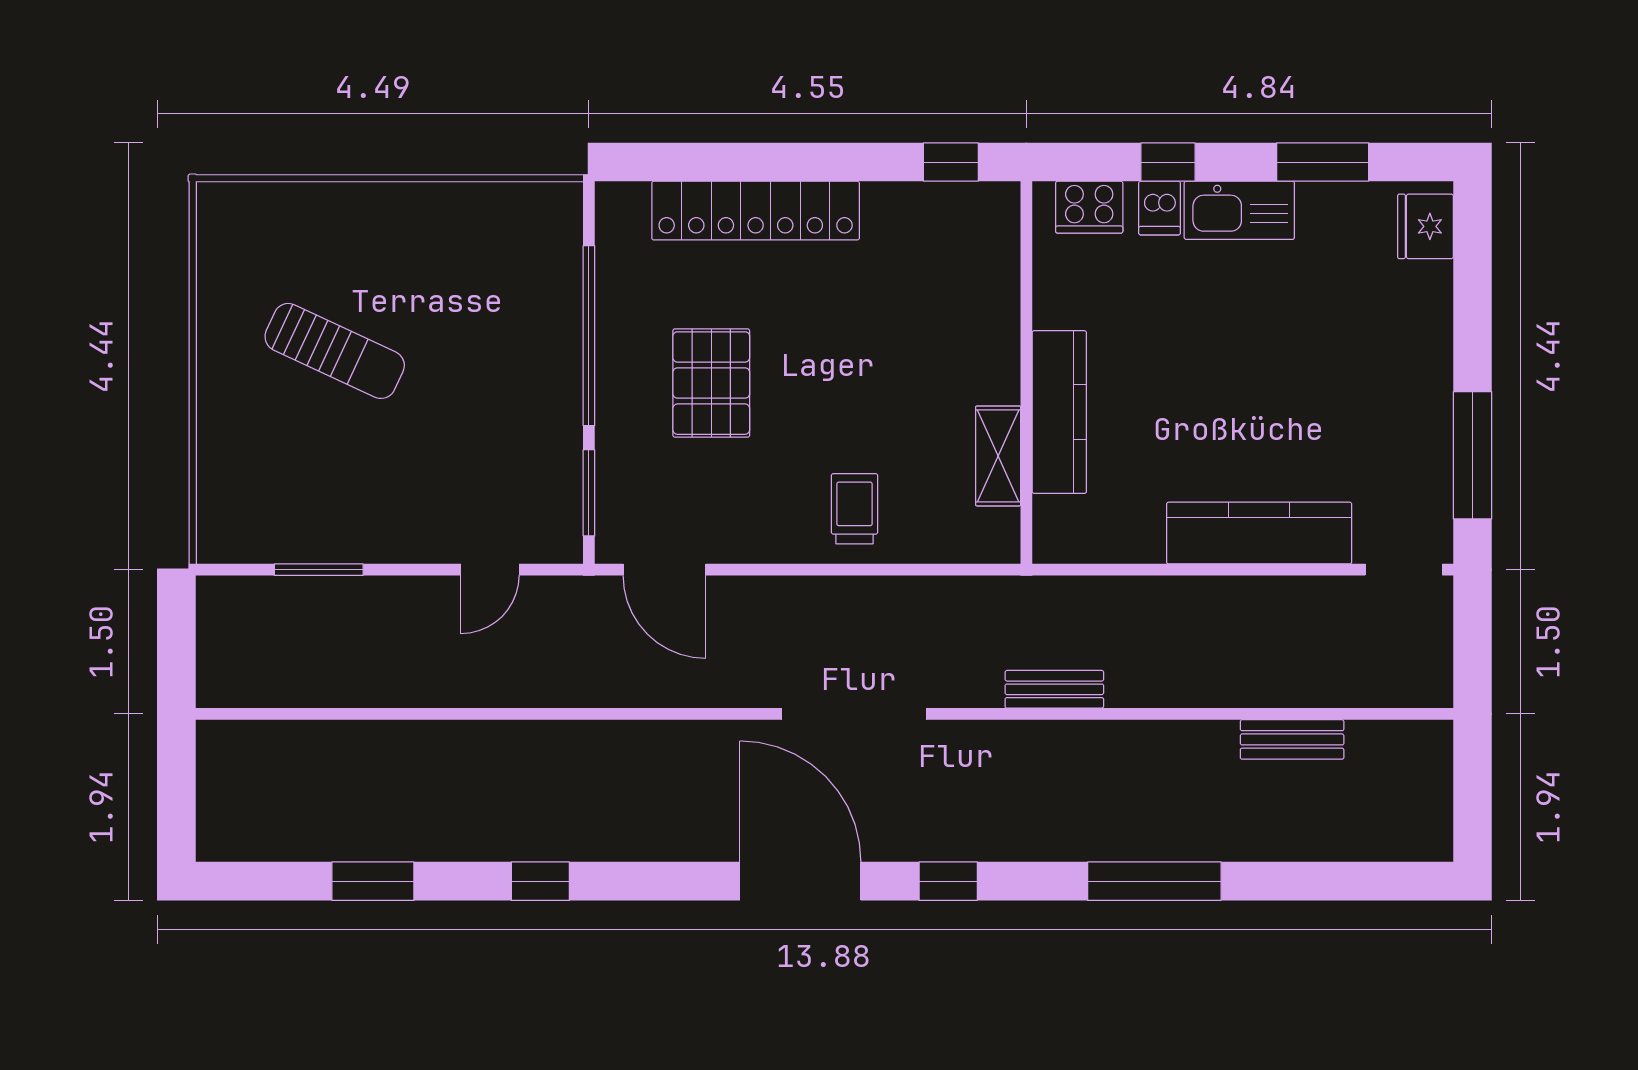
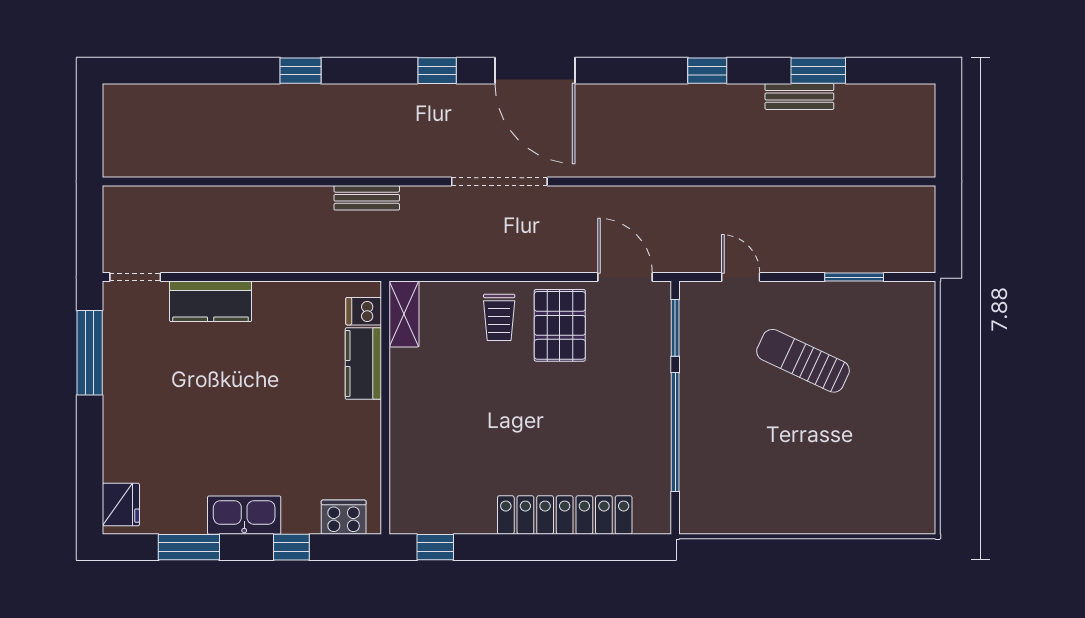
dishwasher: (1159, 208) -> (364, 311), moved, turned -90
sun lounger: (335, 351) -> (803, 361), moved
pallet: (711, 383) -> (560, 325), moved
kitchen counter: (1059, 412) -> (363, 363), width x0.67
shelving: (998, 456) -> (404, 314), moved
kitchen counter: (1259, 533) -> (211, 301), width x0.67
door: (490, 570) -> (741, 277), hinge flipped
bench: (1292, 739) -> (799, 96), moved
window: (1154, 881) -> (300, 71), width x0.46

